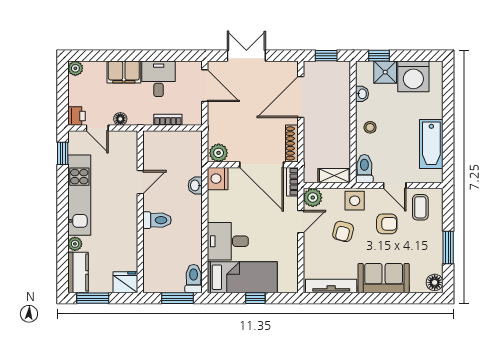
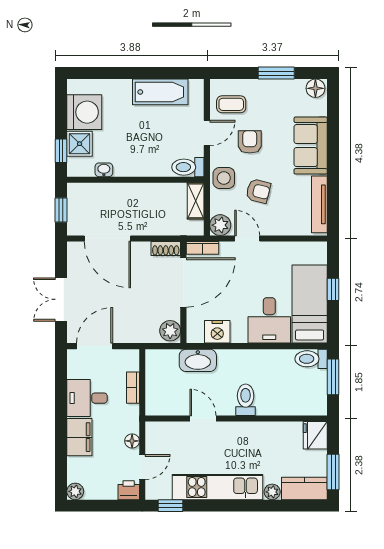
stool: (370, 127) -> (141, 161), removed
shoe rack: (292, 143) -> (166, 249), width x0.70
nightstand: (218, 179) -> (217, 332), moved
washbasin: (195, 185) -> (198, 360), width x1.91, depth x1.45

